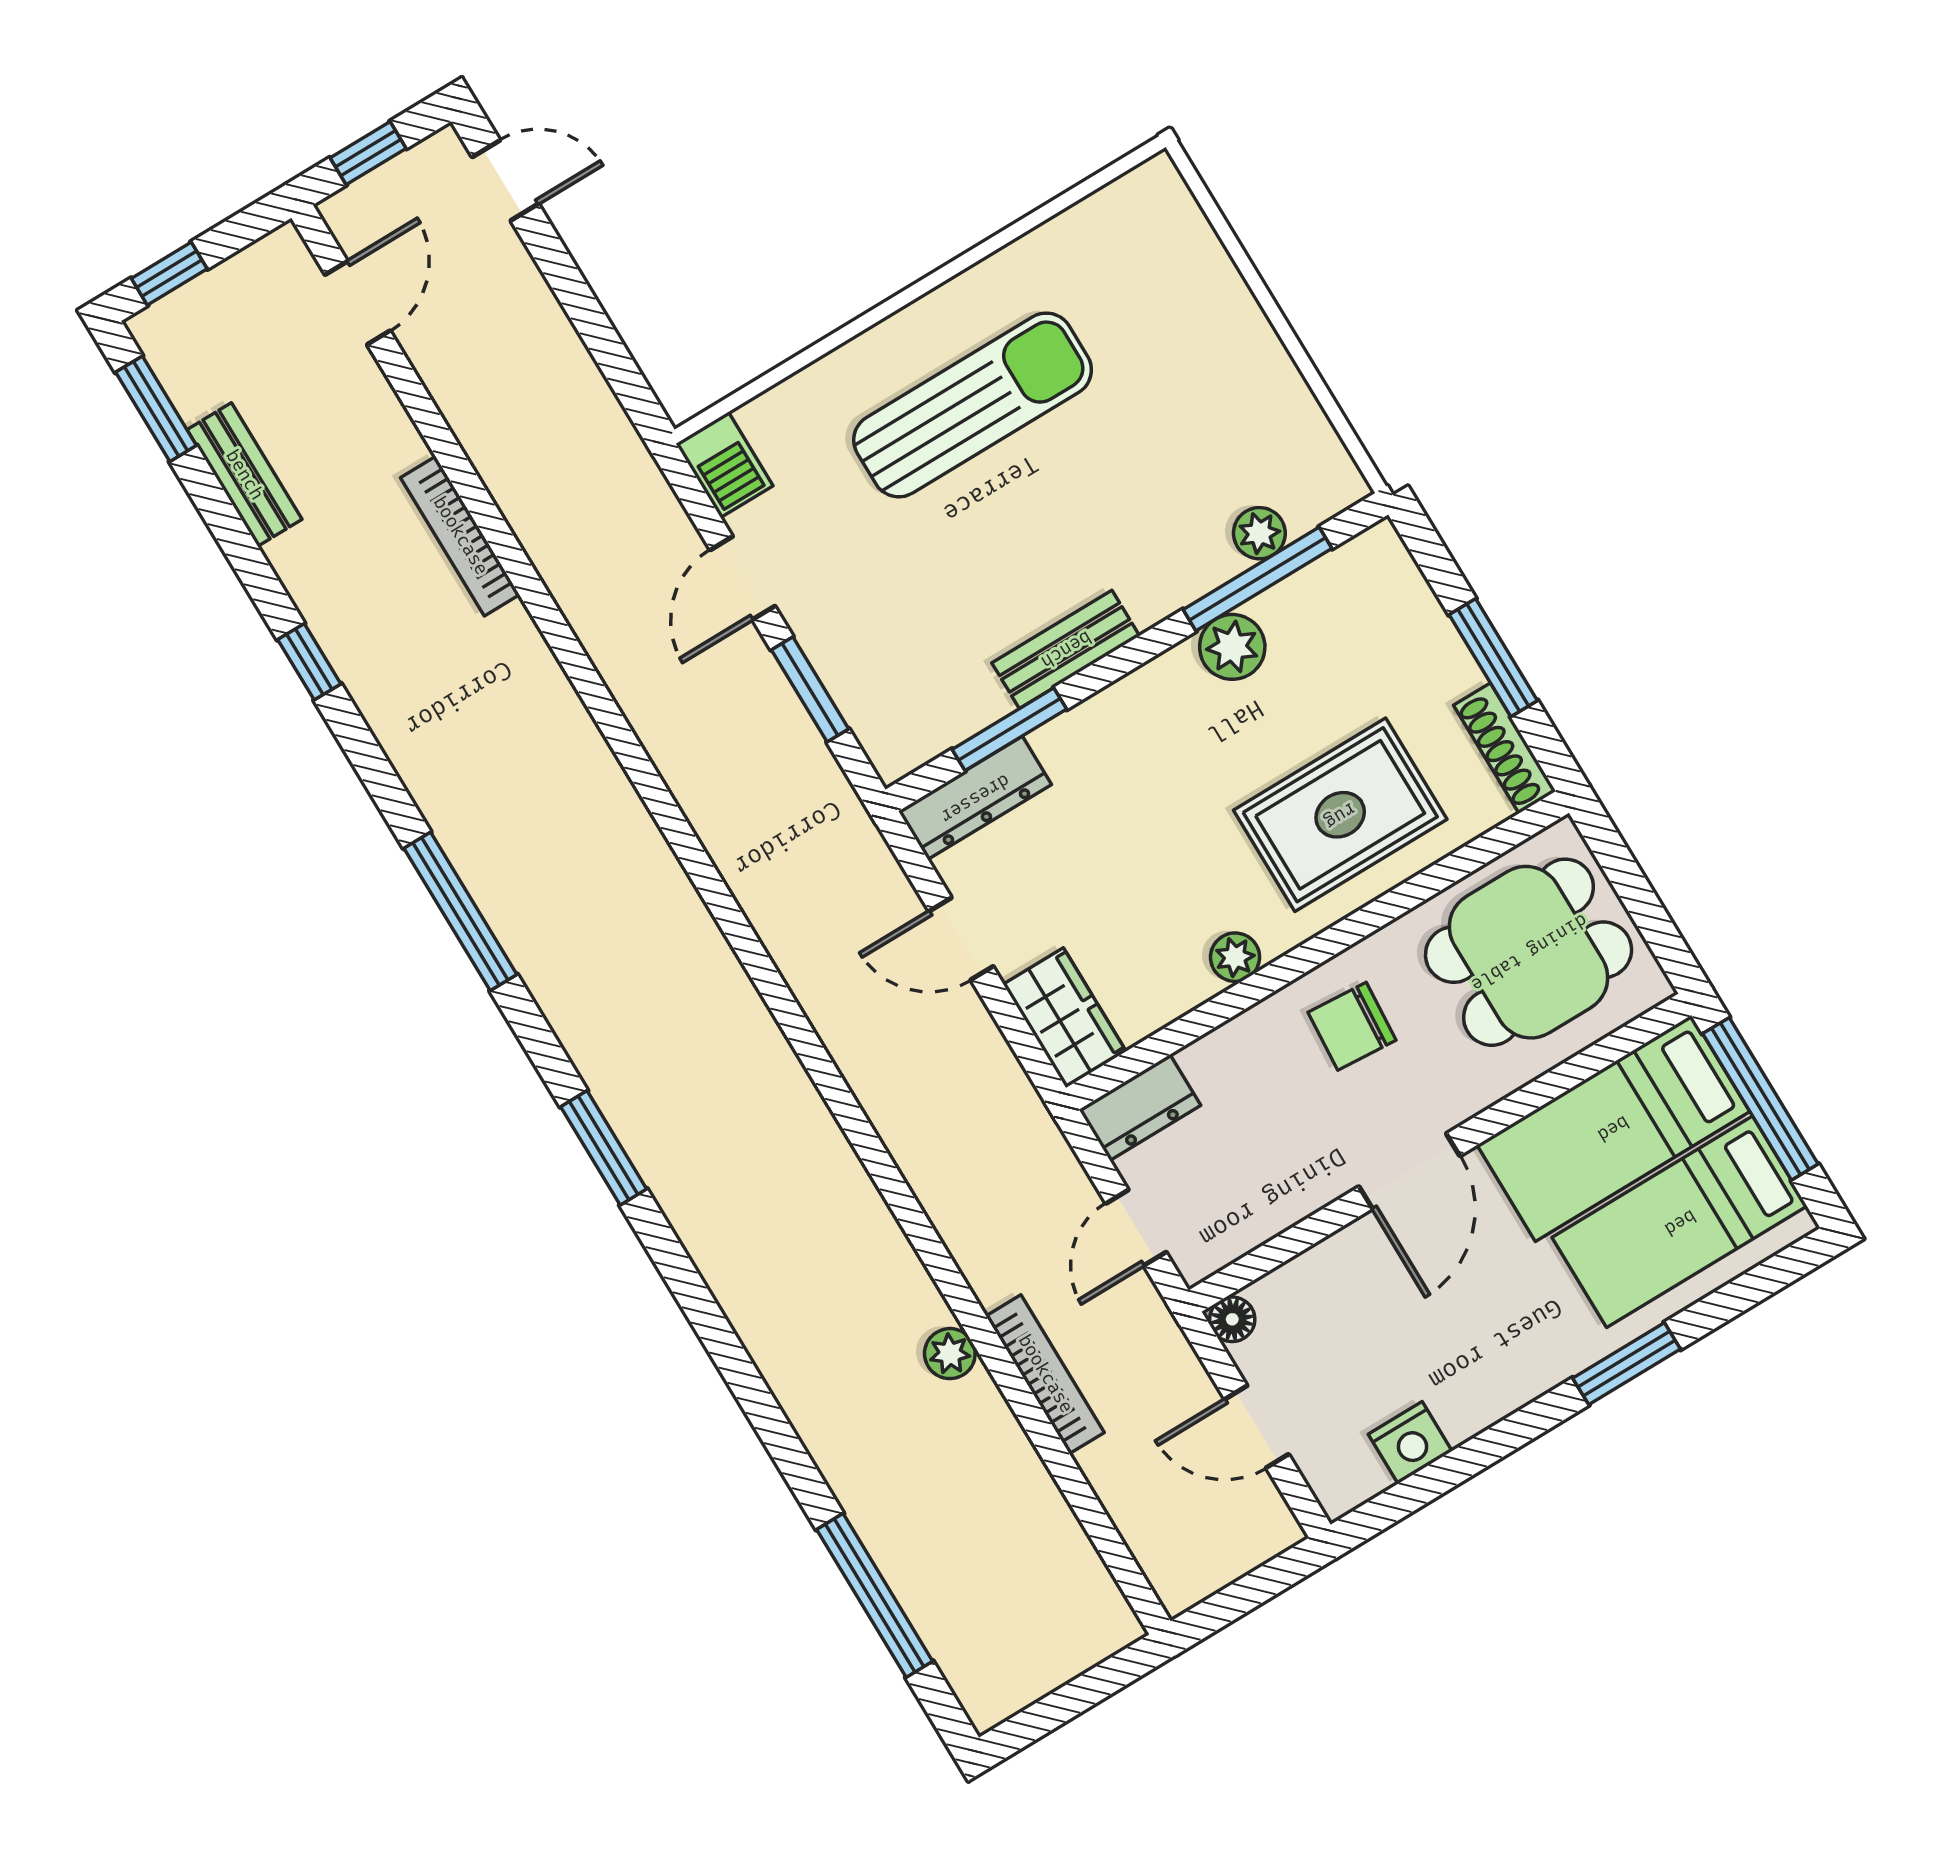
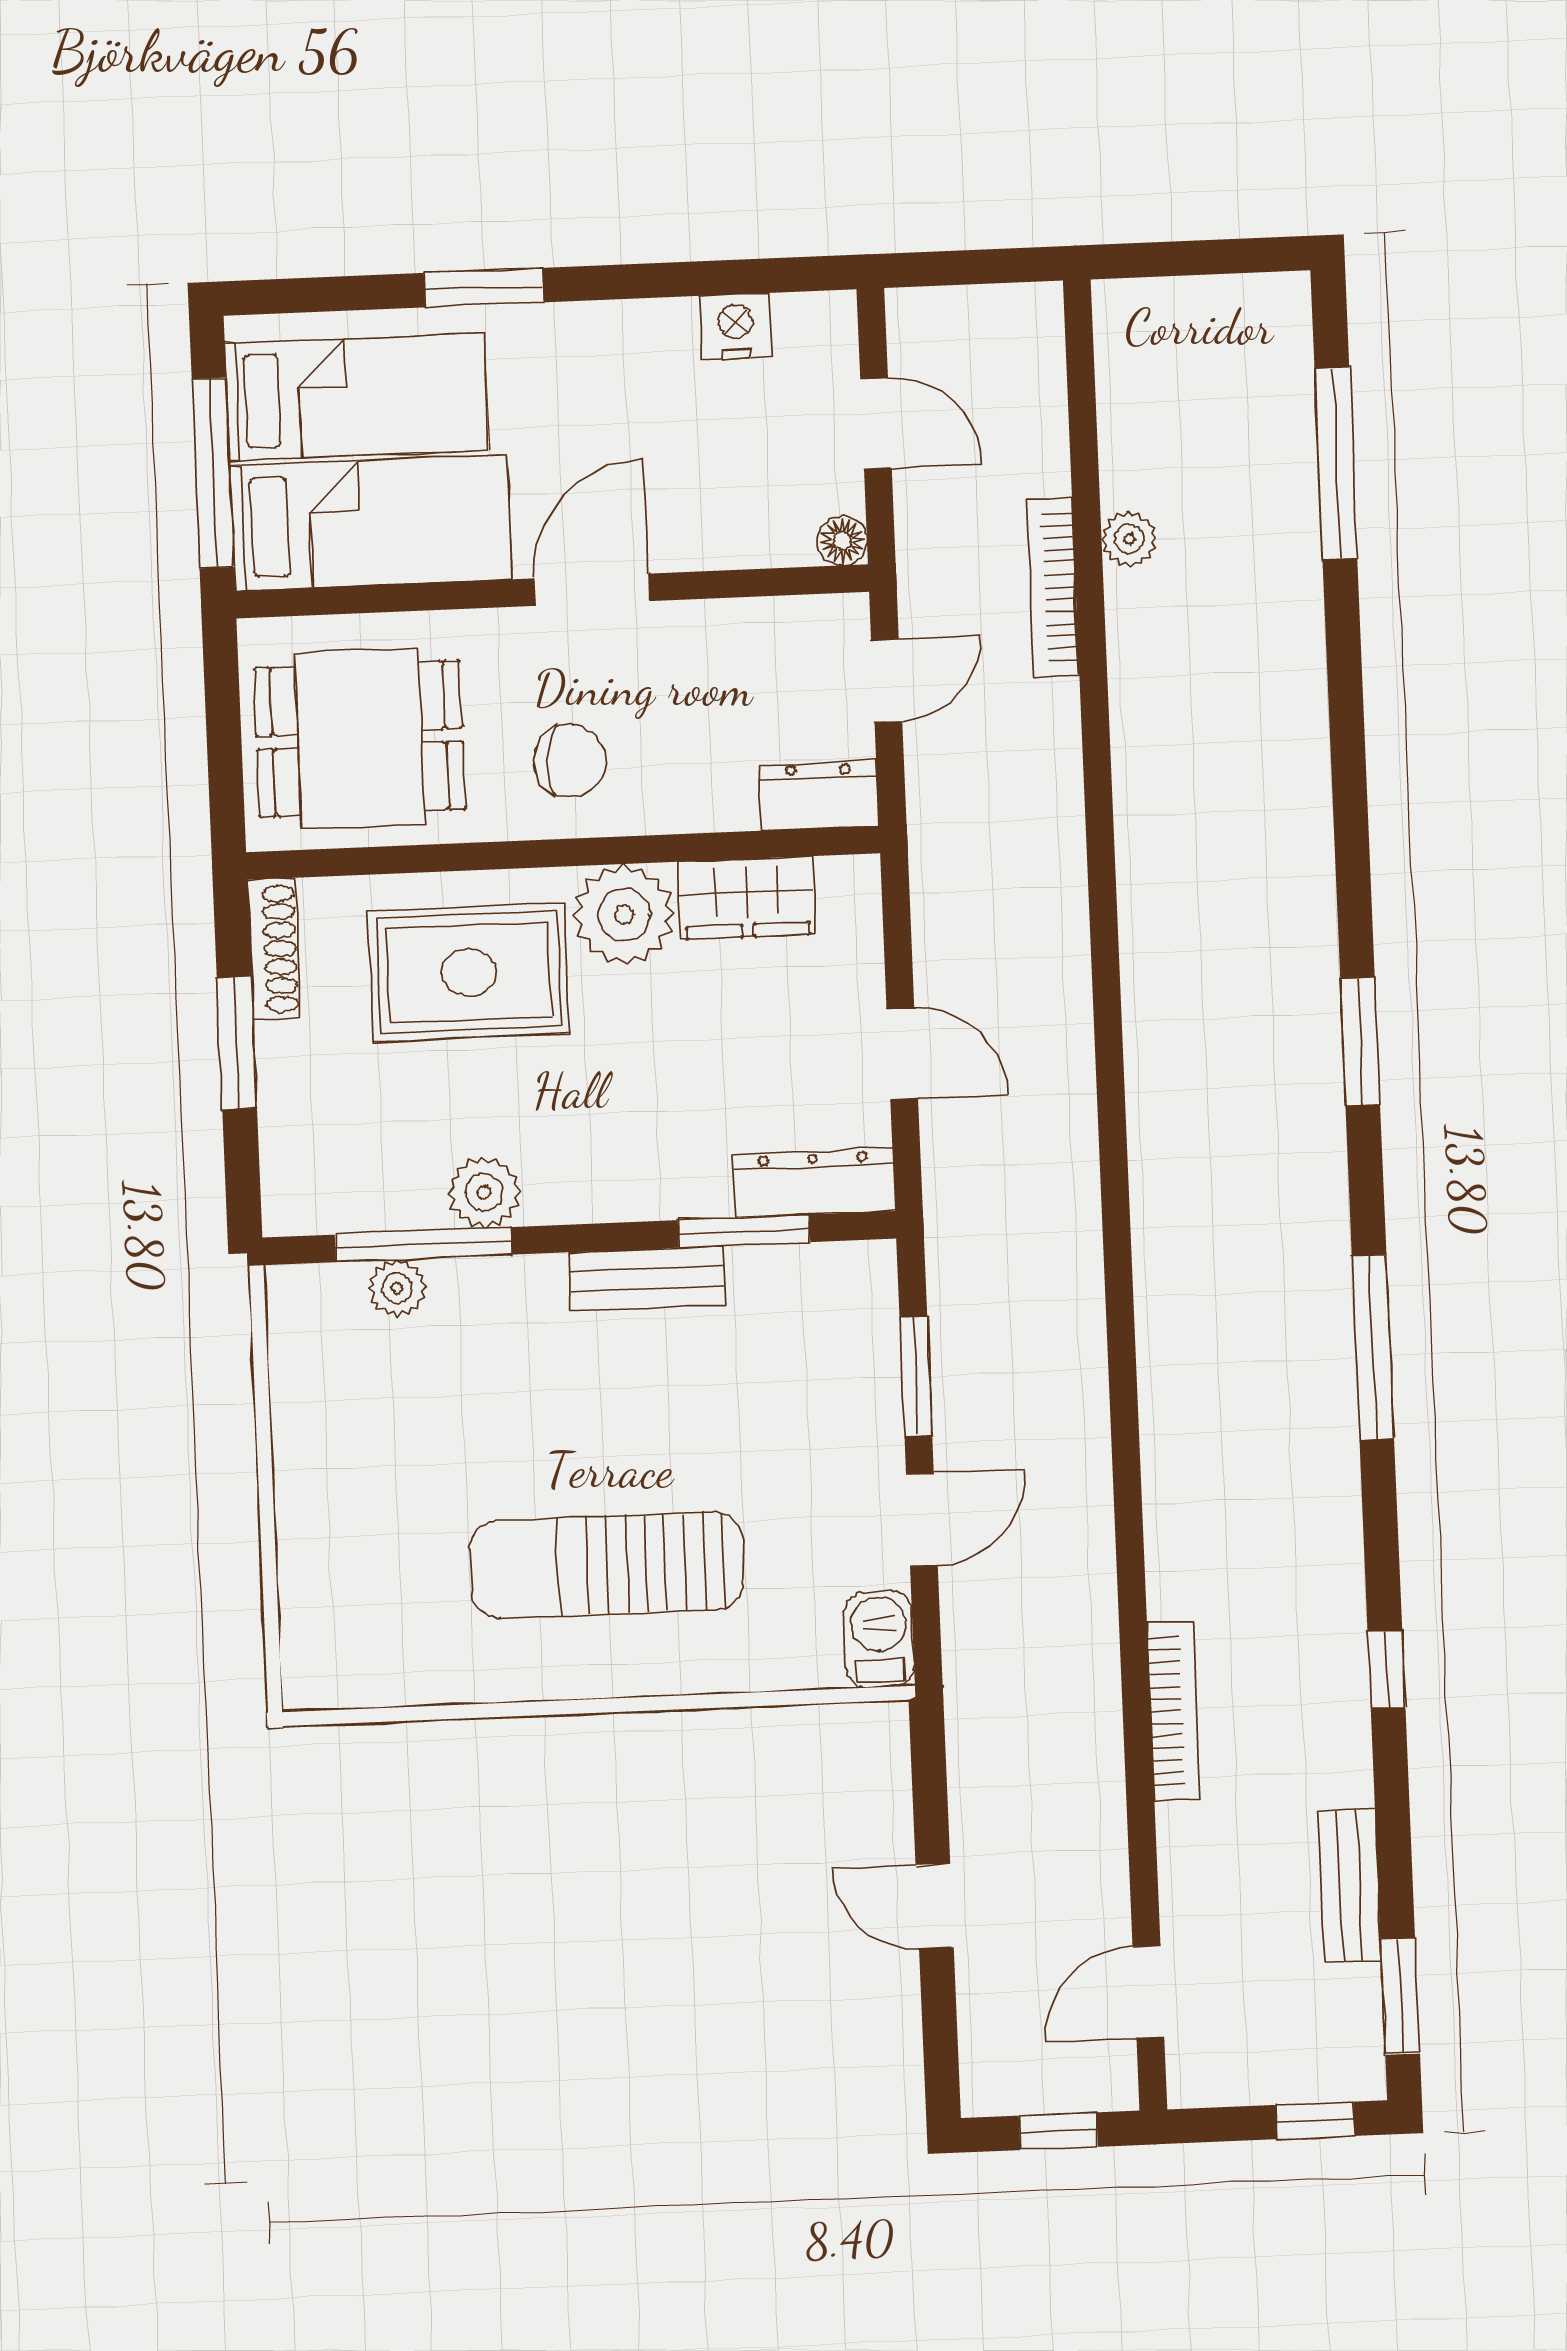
door: (505, 180) -> (935, 1906), moved
plant: (1235, 957) -> (624, 915), width x1.88, depth x1.88
wardrobe: (1065, 1018) -> (747, 898), moved, turned -90
plant: (950, 1354) -> (1129, 539), moved

